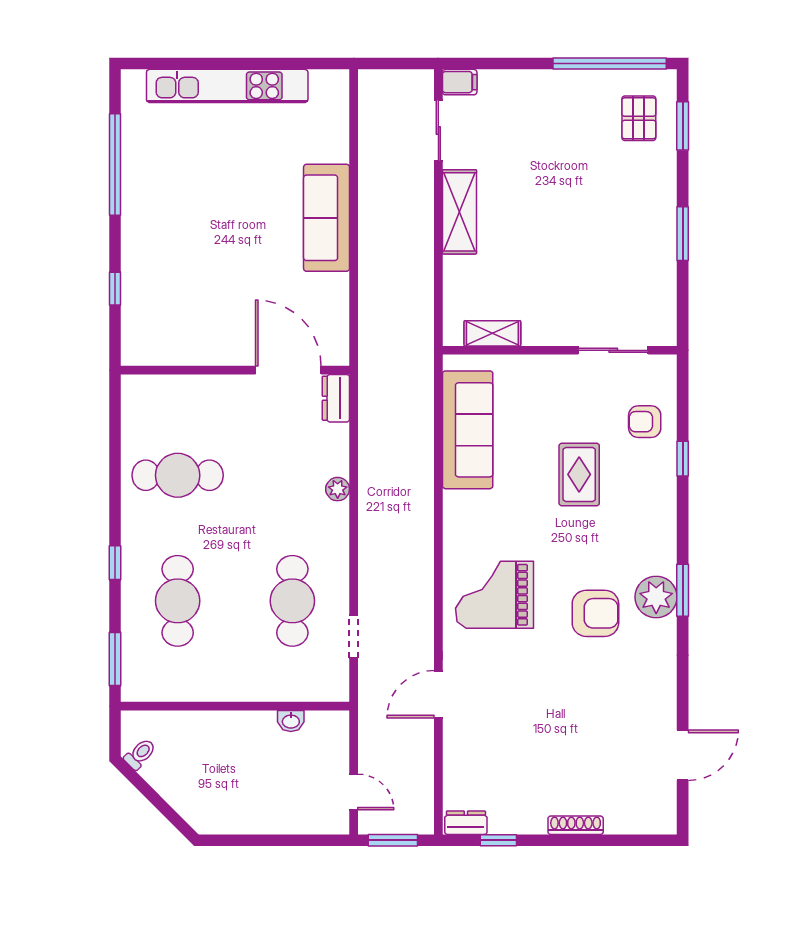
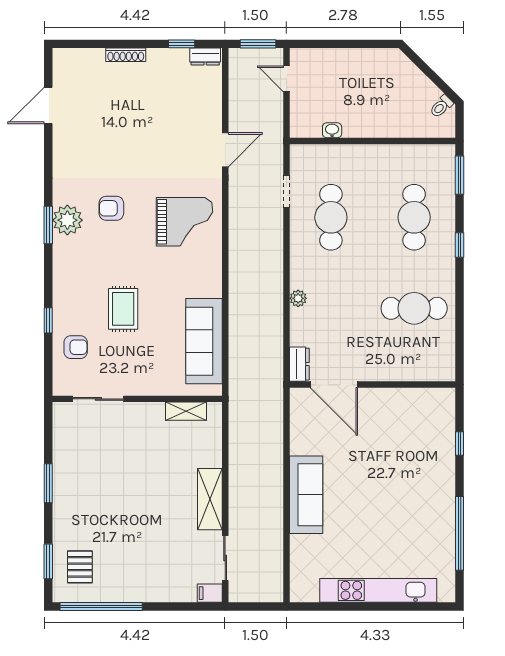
armchair: (595, 613) -> (111, 208), width x0.72, depth x0.72

